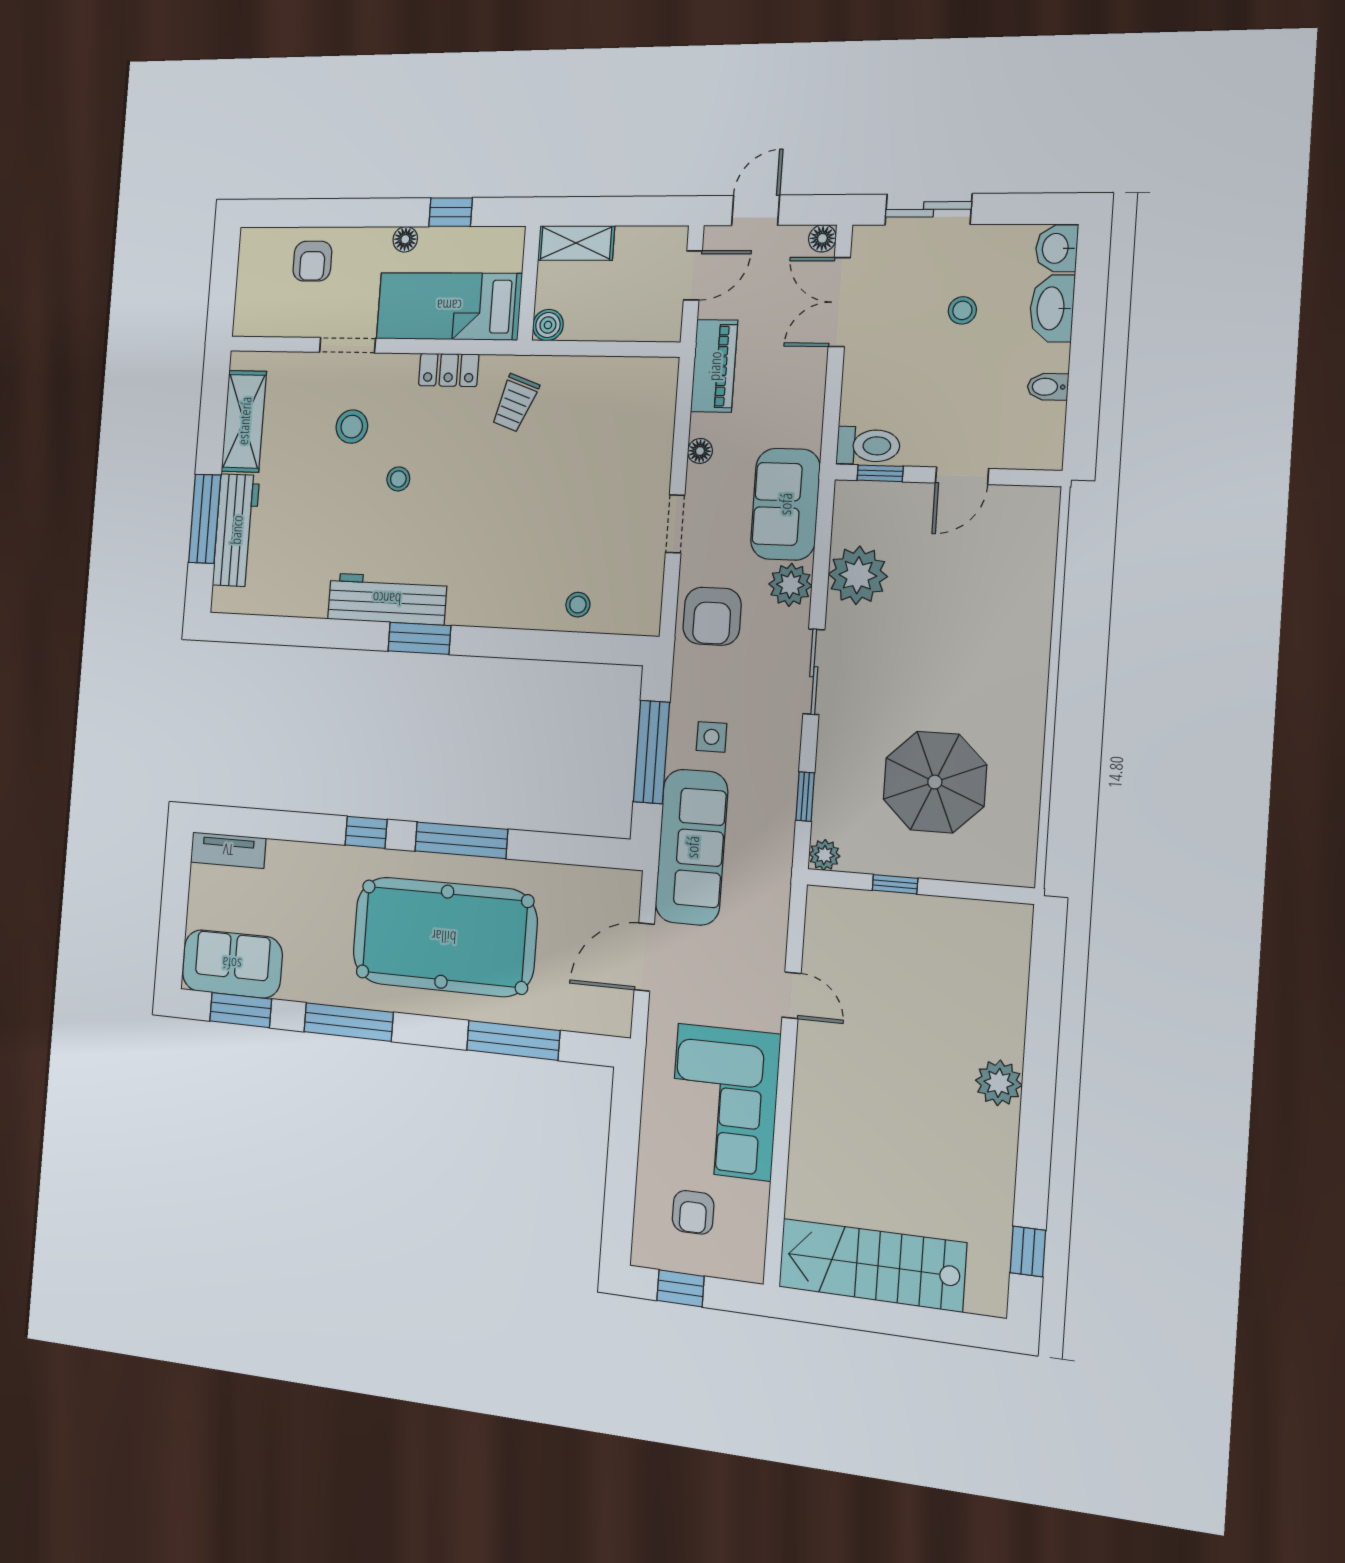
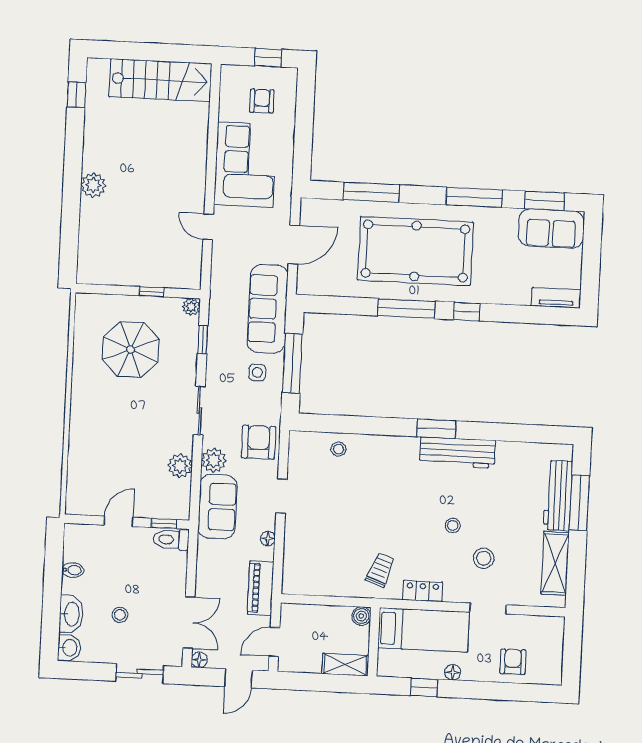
plant: (858, 575) -> (180, 466), width x0.73, depth x0.73

